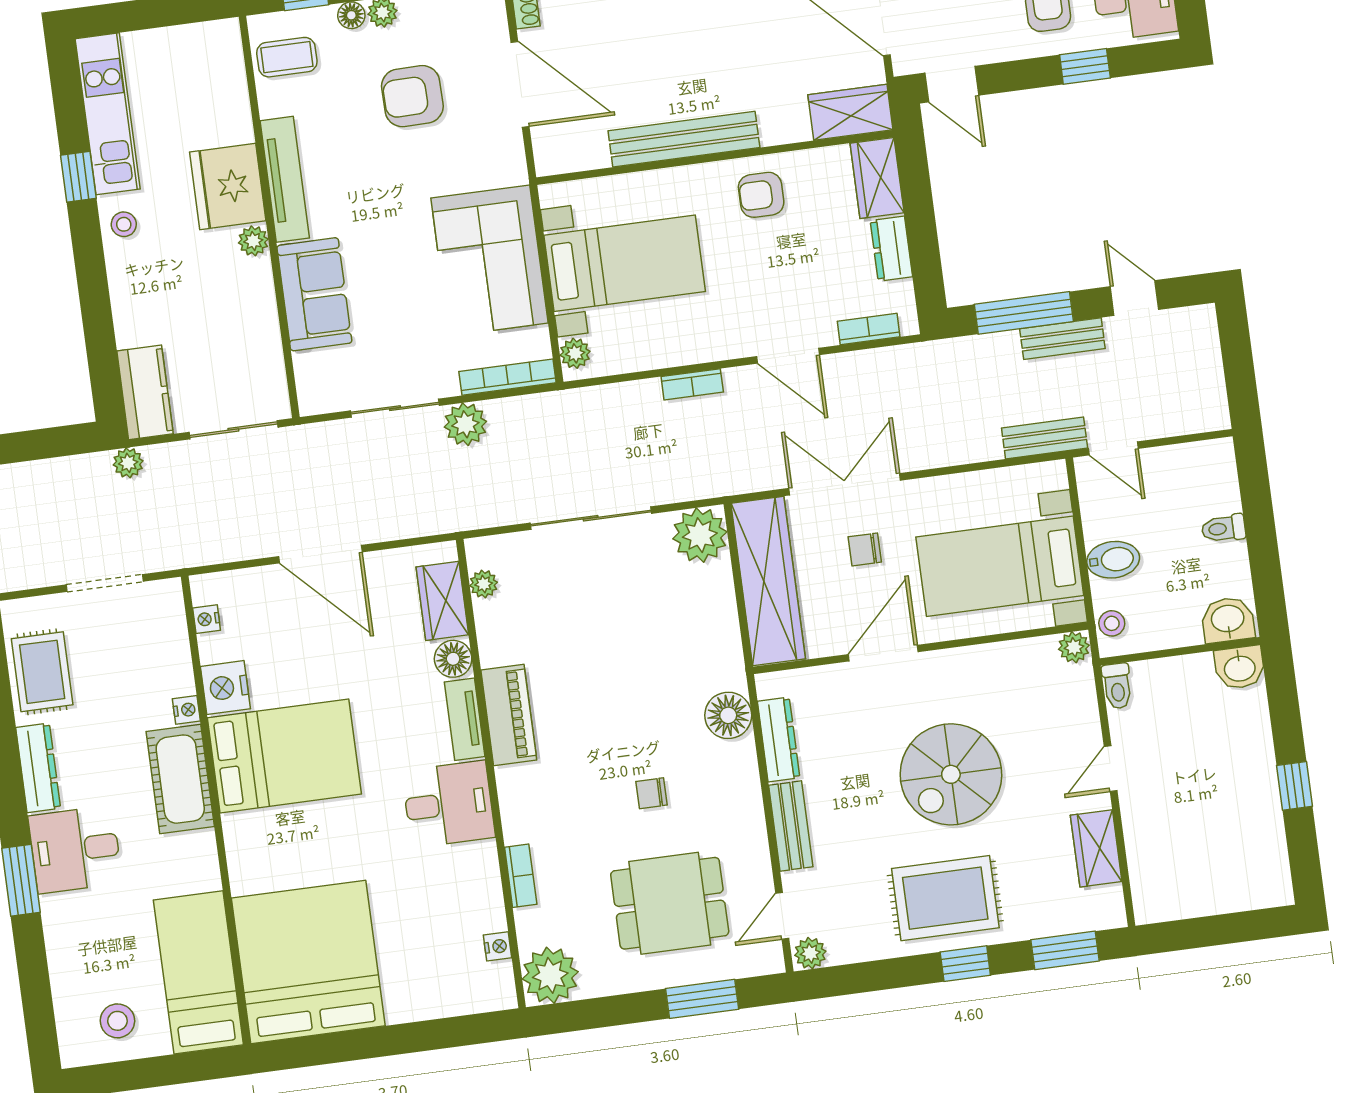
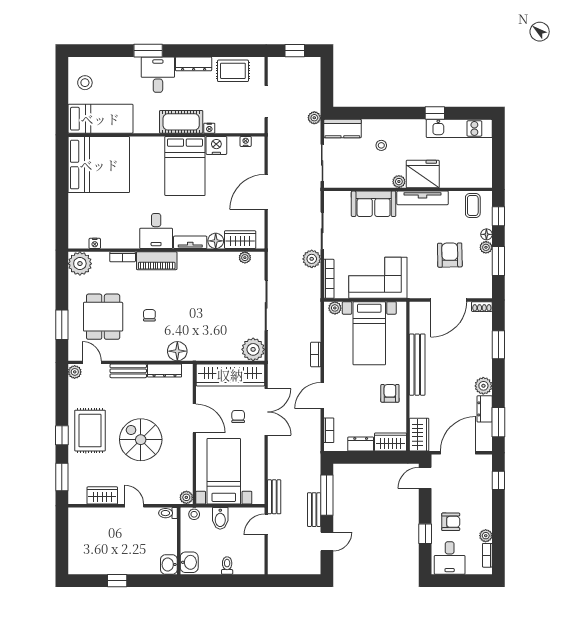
stool: (124, 224) -> (381, 145), moved
piano: (509, 715) -> (157, 261), moved

